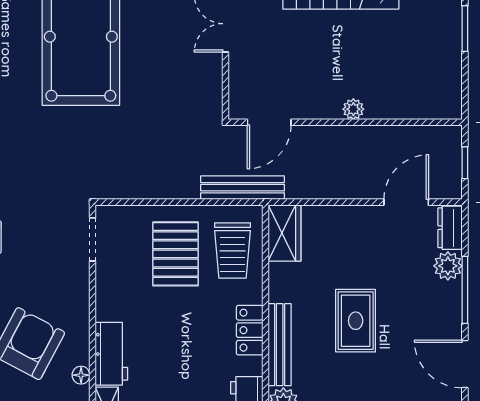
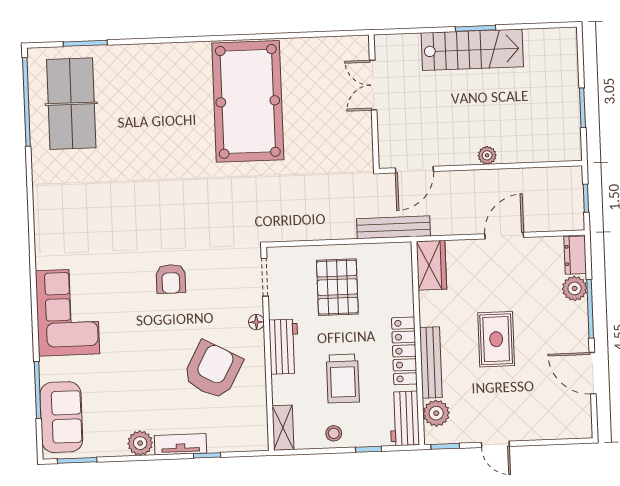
window: (465, 29) -> (582, 108), moved
door: (406, 202) -> (504, 236), moved
trolley: (233, 251) -> (343, 379), moved
locker: (250, 330) -> (404, 351), width x1.53
workbench: (111, 354) -> (284, 347), moved
floor lamp: (81, 375) -> (256, 322), moved

